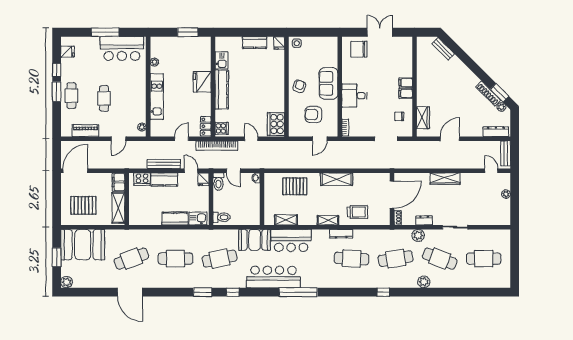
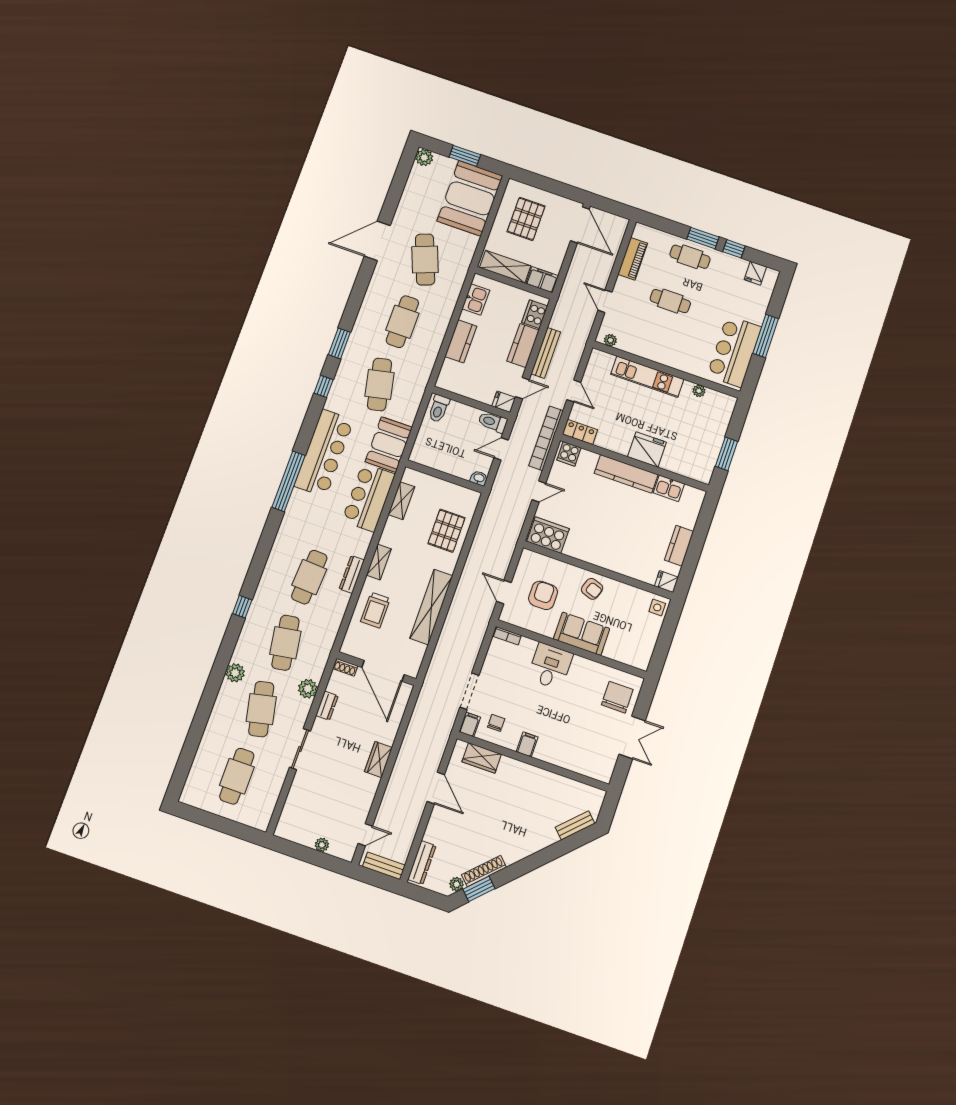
filing cabinet: (406, 83) -> (470, 724), moved
shelving: (337, 179) -> (431, 607), width x1.47
wardrobe: (445, 179) -> (378, 759), width x0.67
kitchen sink: (198, 219) -> (476, 299), moved
cafe table: (440, 259) -> (261, 709), turned -33

